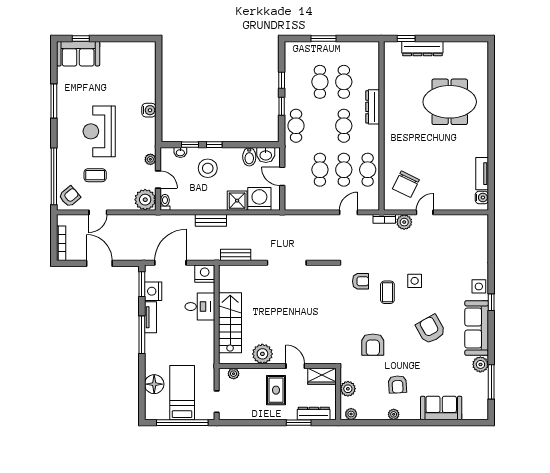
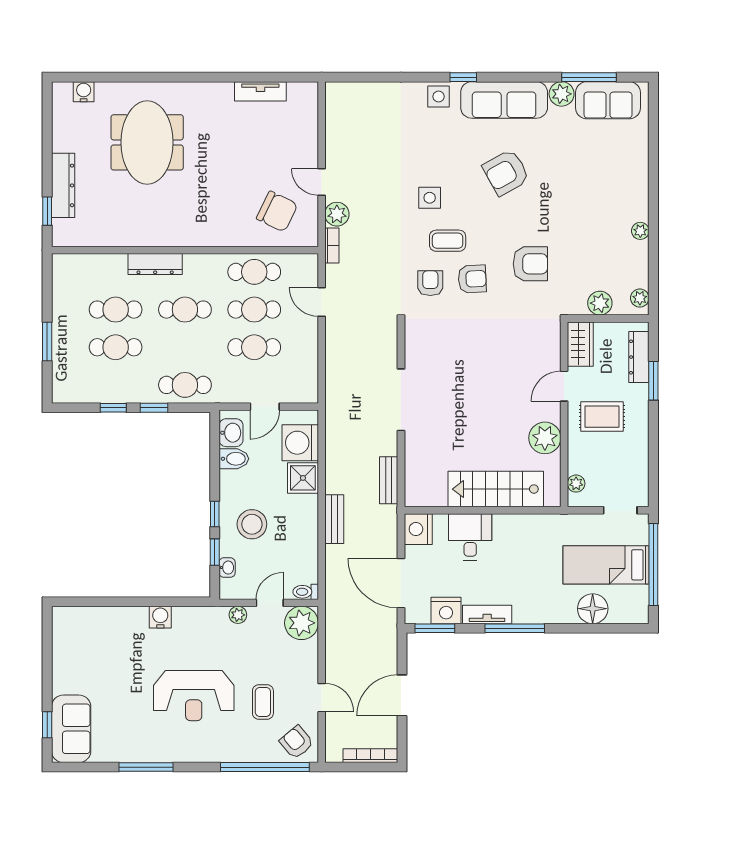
water cooler: (482, 197) -> (84, 92), moved
armchair: (397, 384) -> (472, 279), moved
sofa: (441, 408) -> (608, 100), moved, turned -90

